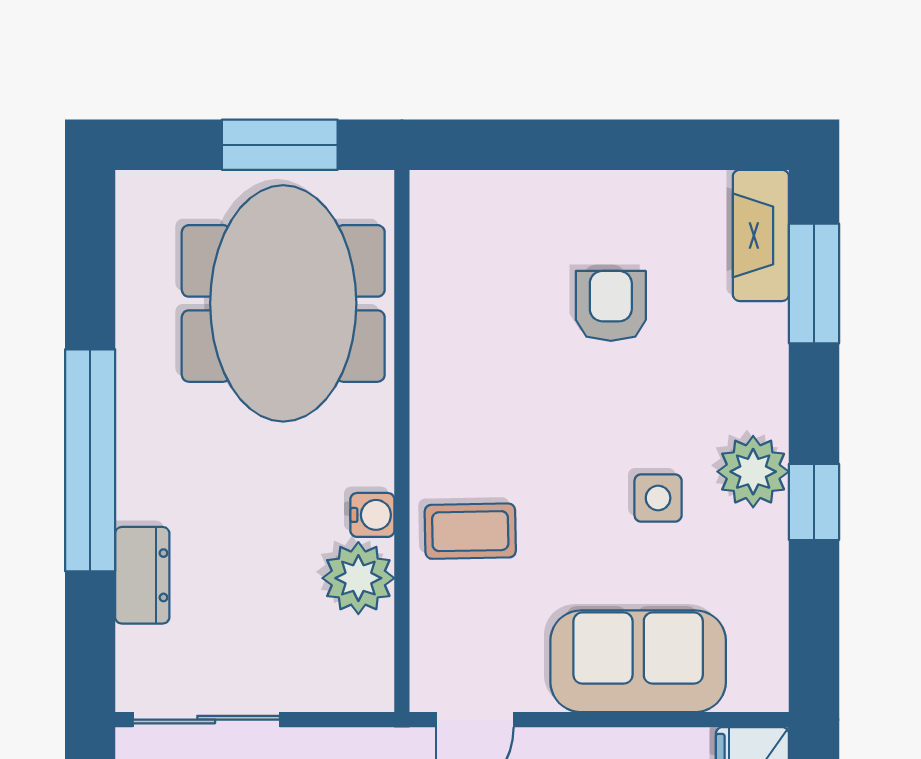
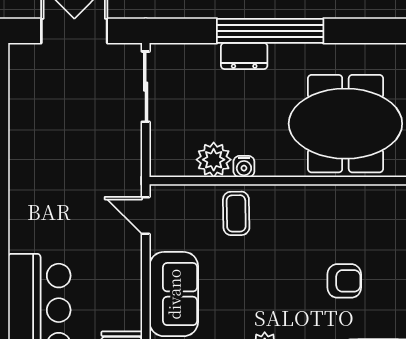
side table: (658, 498) -> (252, 304), removed
dresser: (142, 575) -> (244, 56), moved

